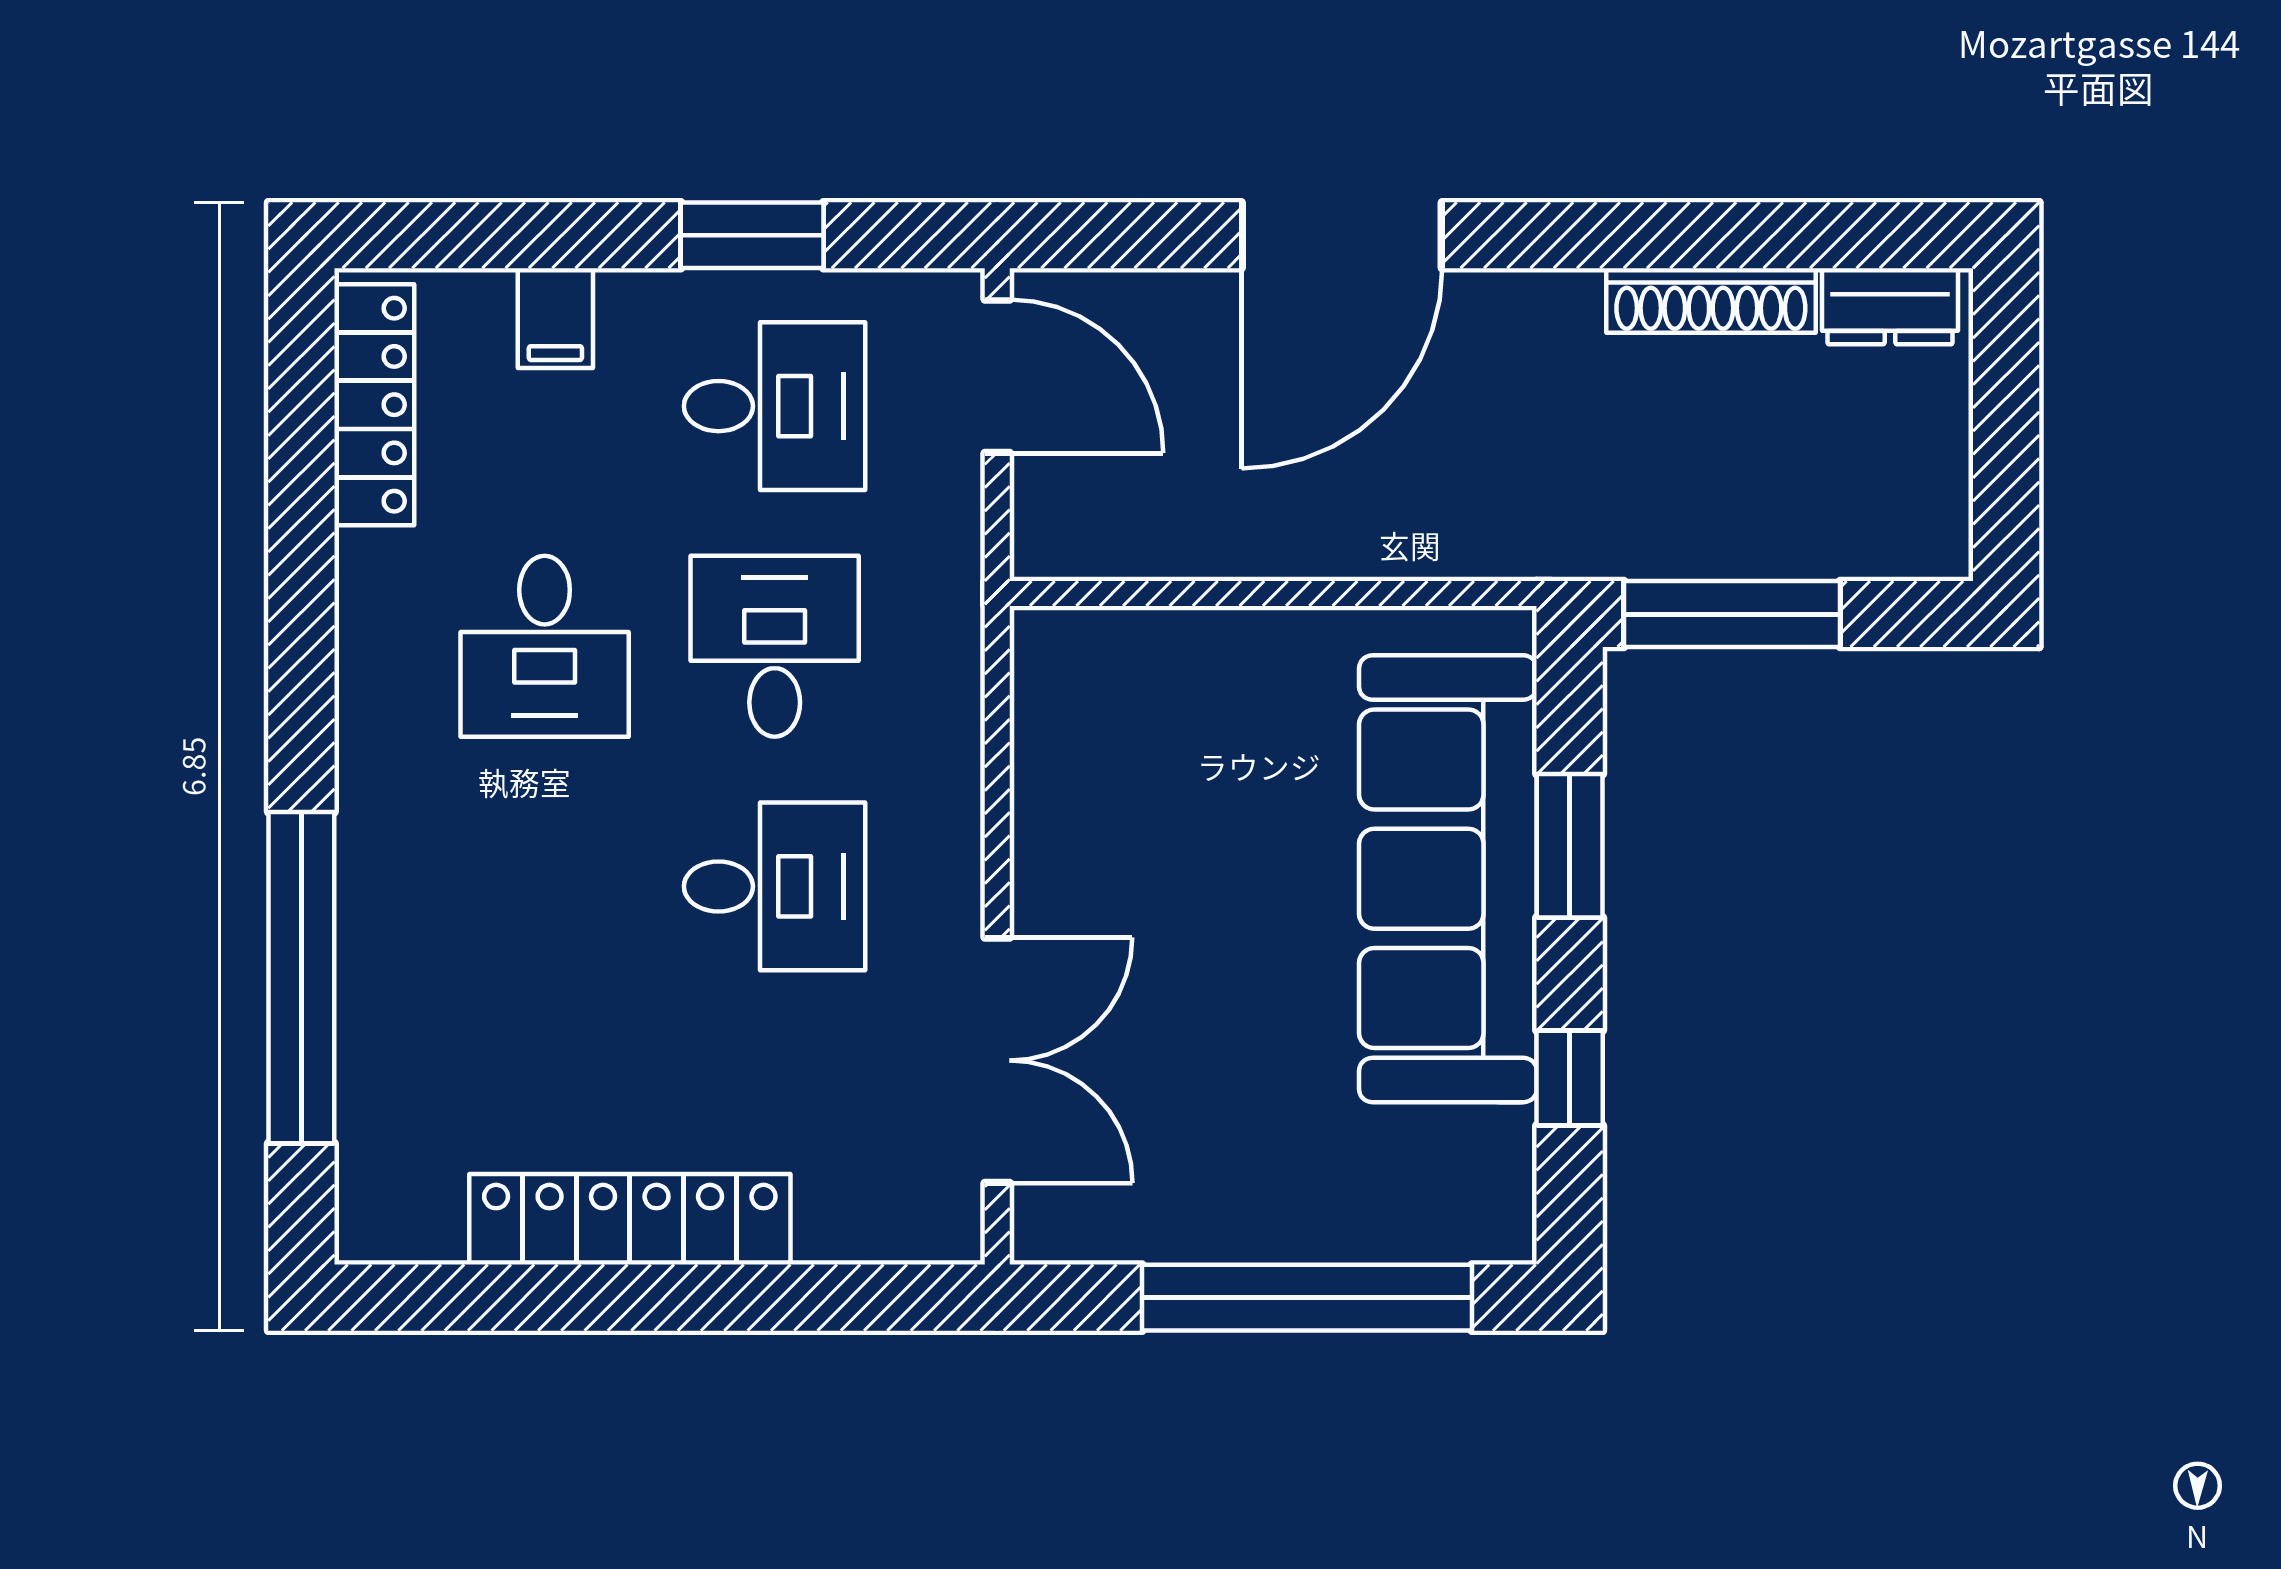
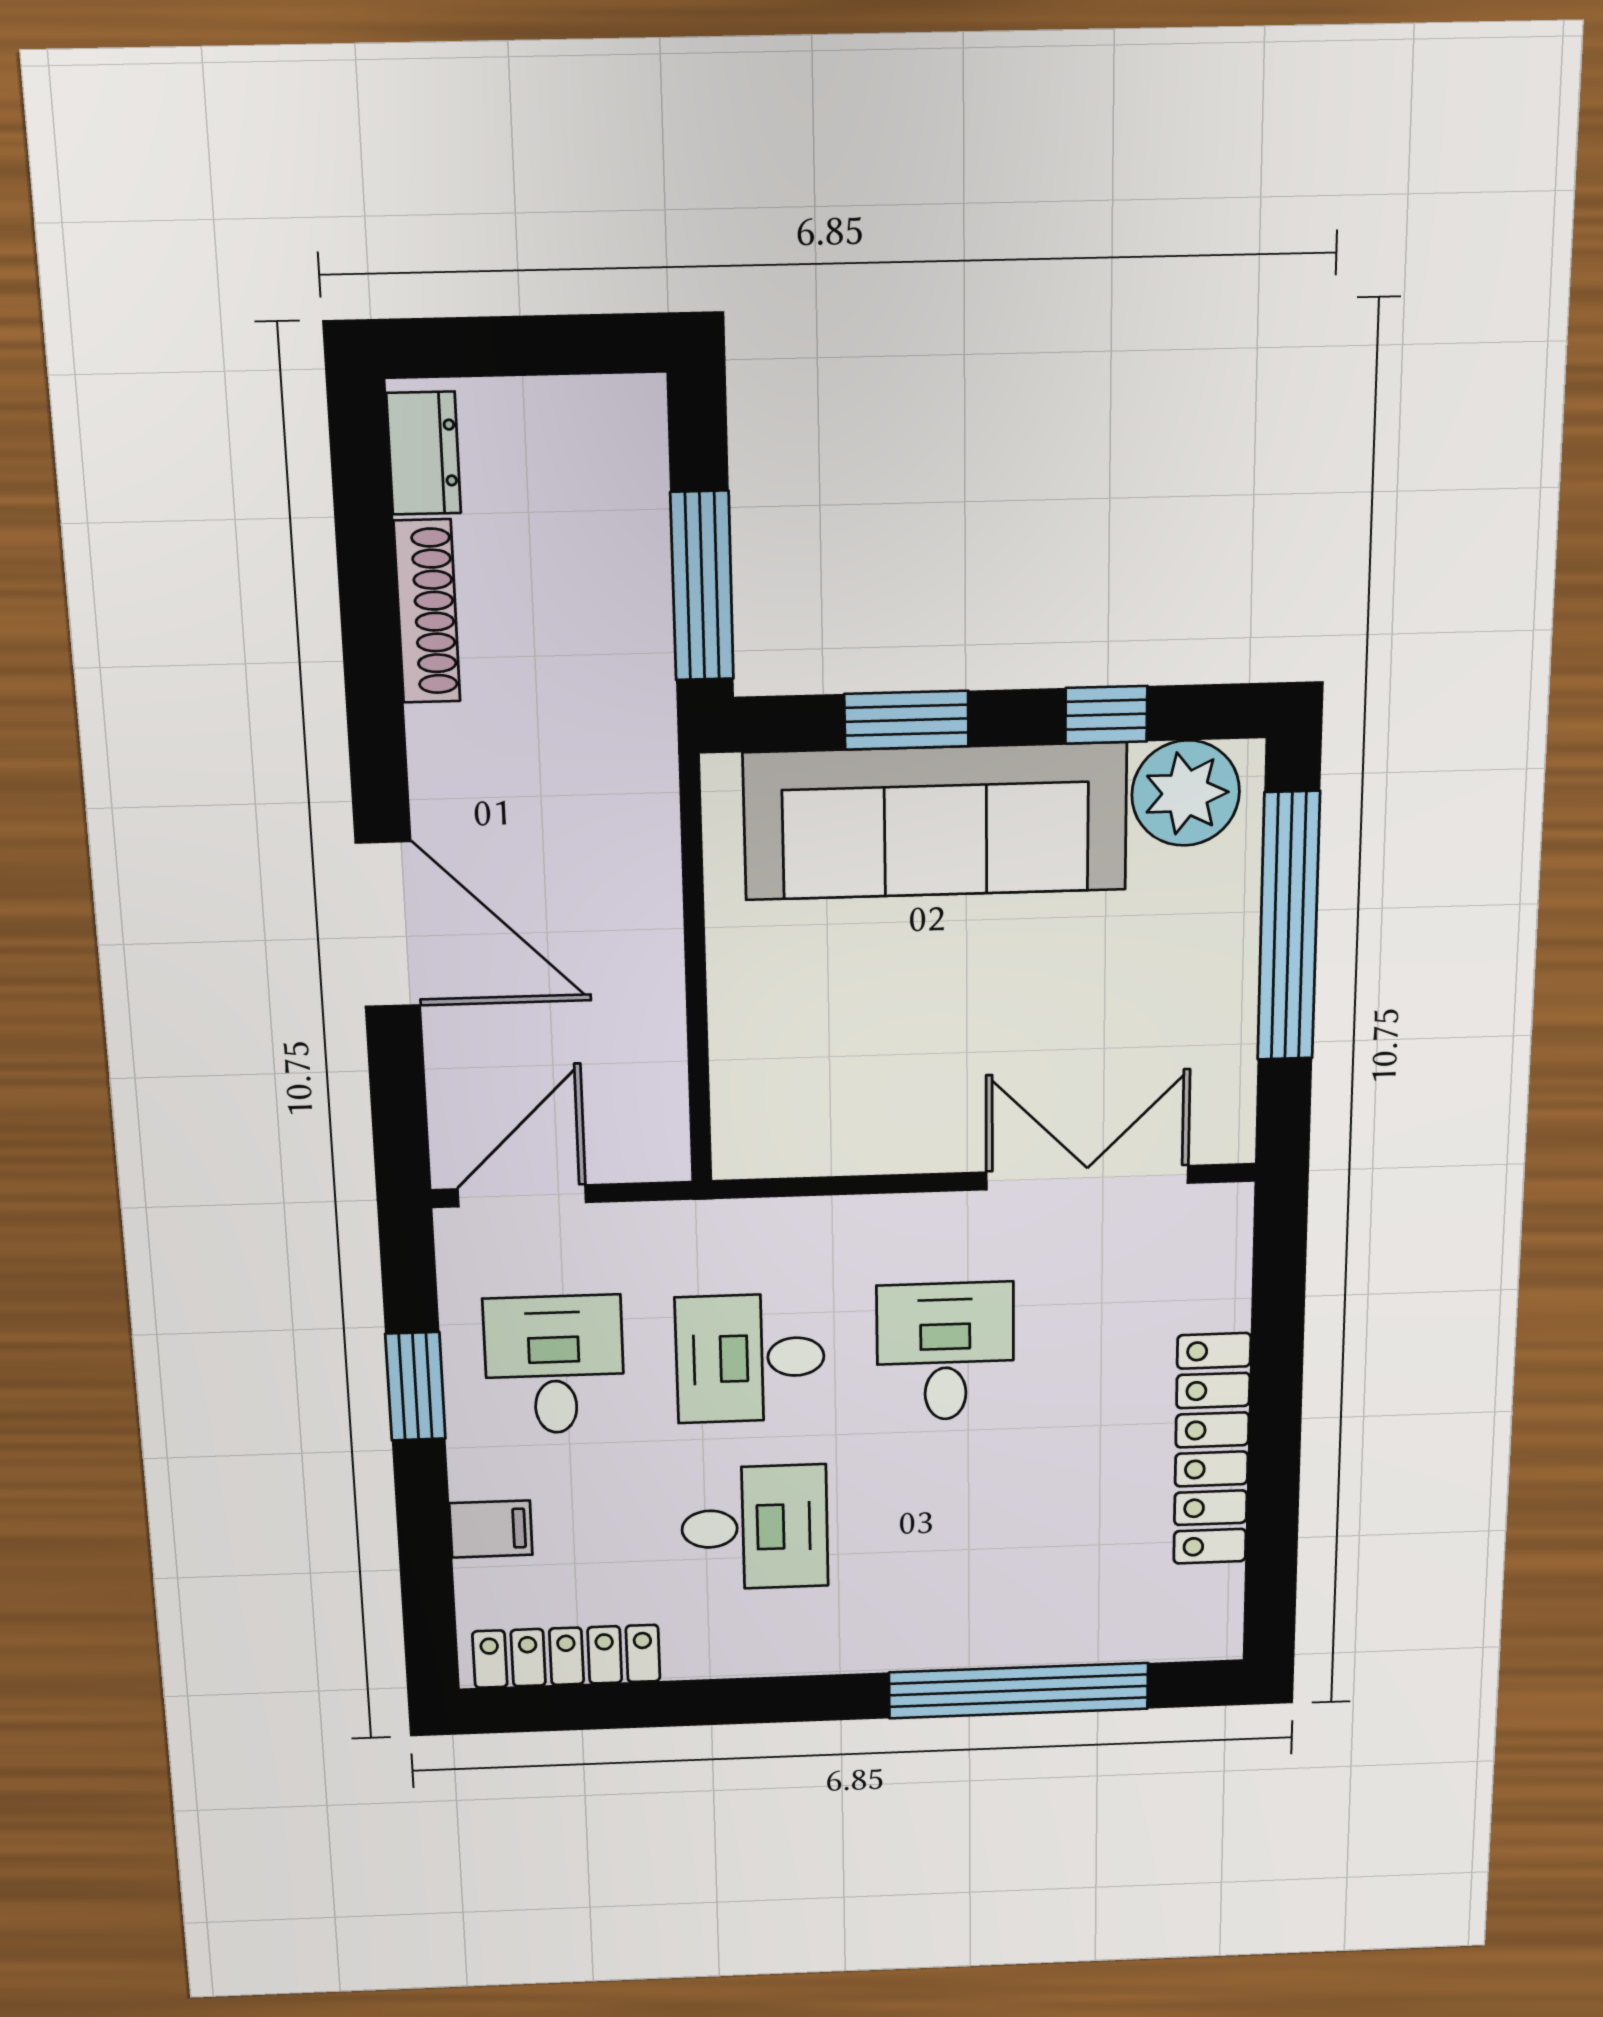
plant: (1474, 1172) -> (1186, 793), added

